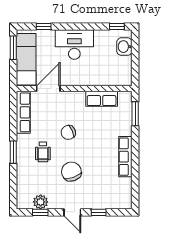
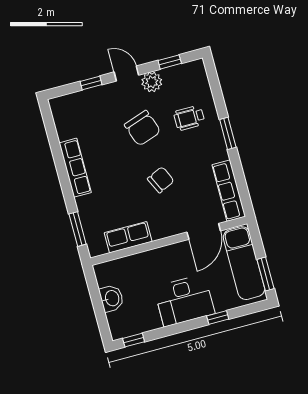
window: (44, 26) -> (218, 318), moved
washbasin: (124, 47) -> (112, 298), moved
wheelchair: (43, 152) -> (189, 118), moved, turned -90
plant: (41, 202) -> (152, 82), moved

